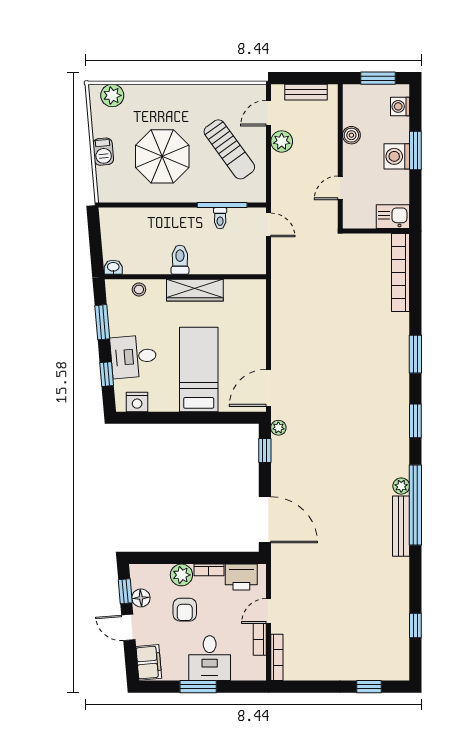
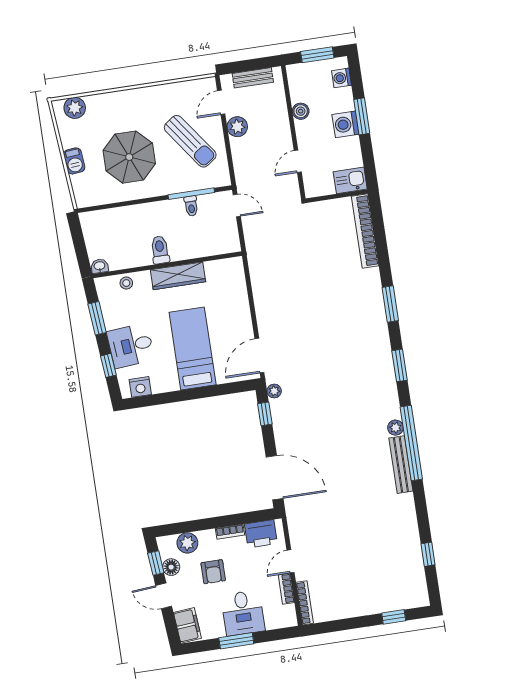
plant: (181, 575) -> (187, 543), moved

